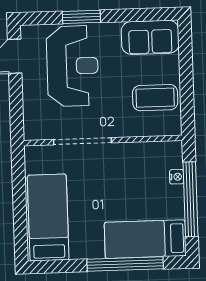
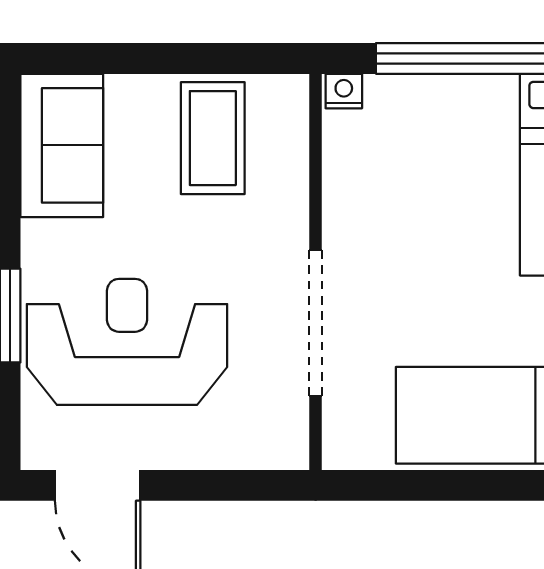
nightstand: (177, 177) -> (344, 91), moved

